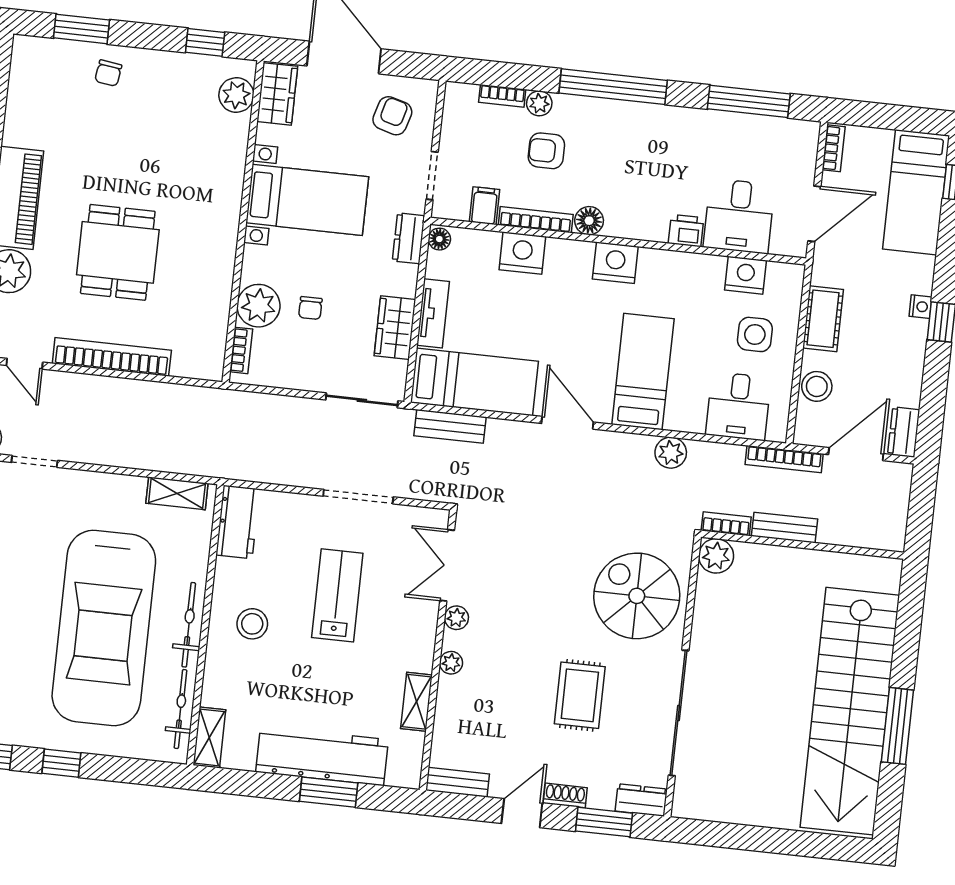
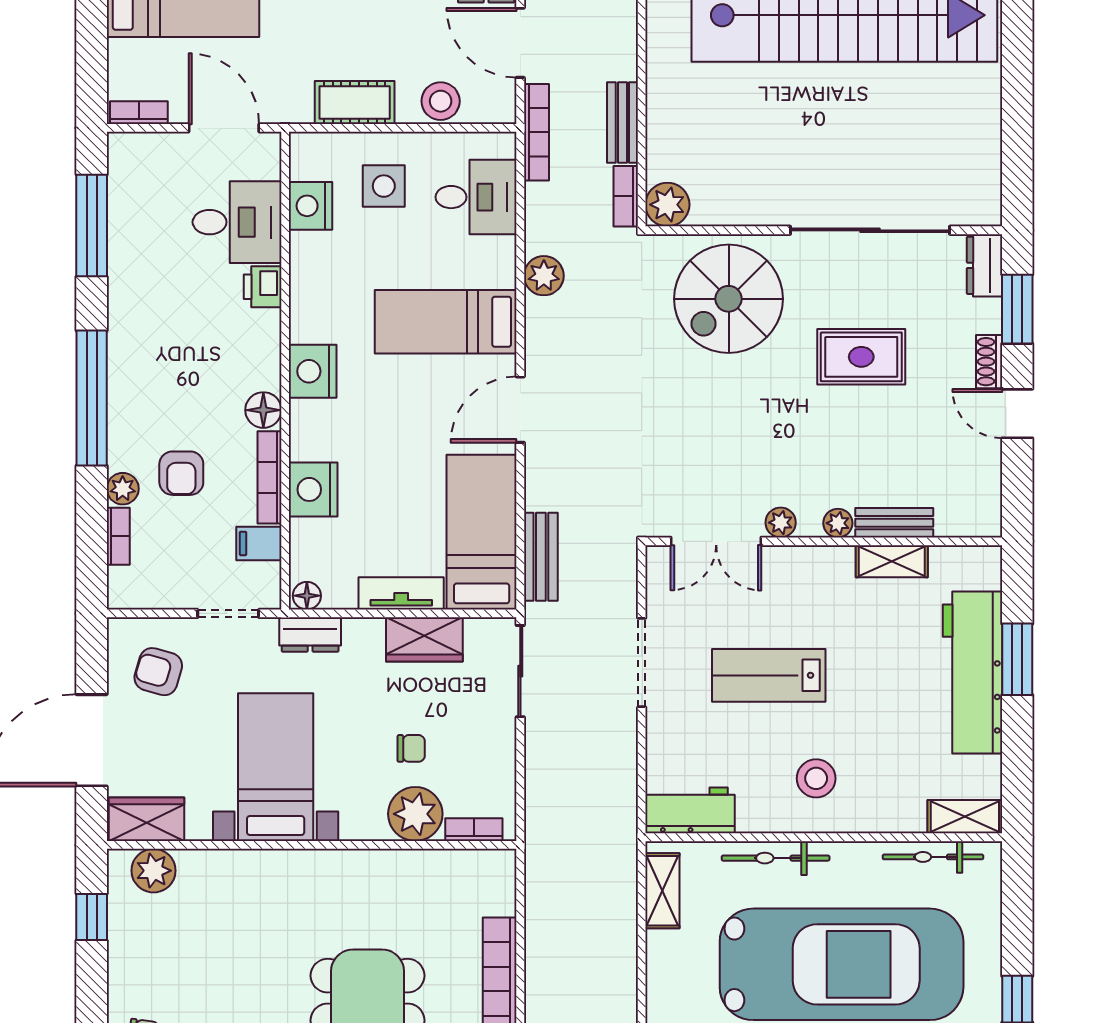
bicycle: (189, 625) -> (776, 858), moved
bench: (458, 782) -> (894, 523), moved, turned 90

